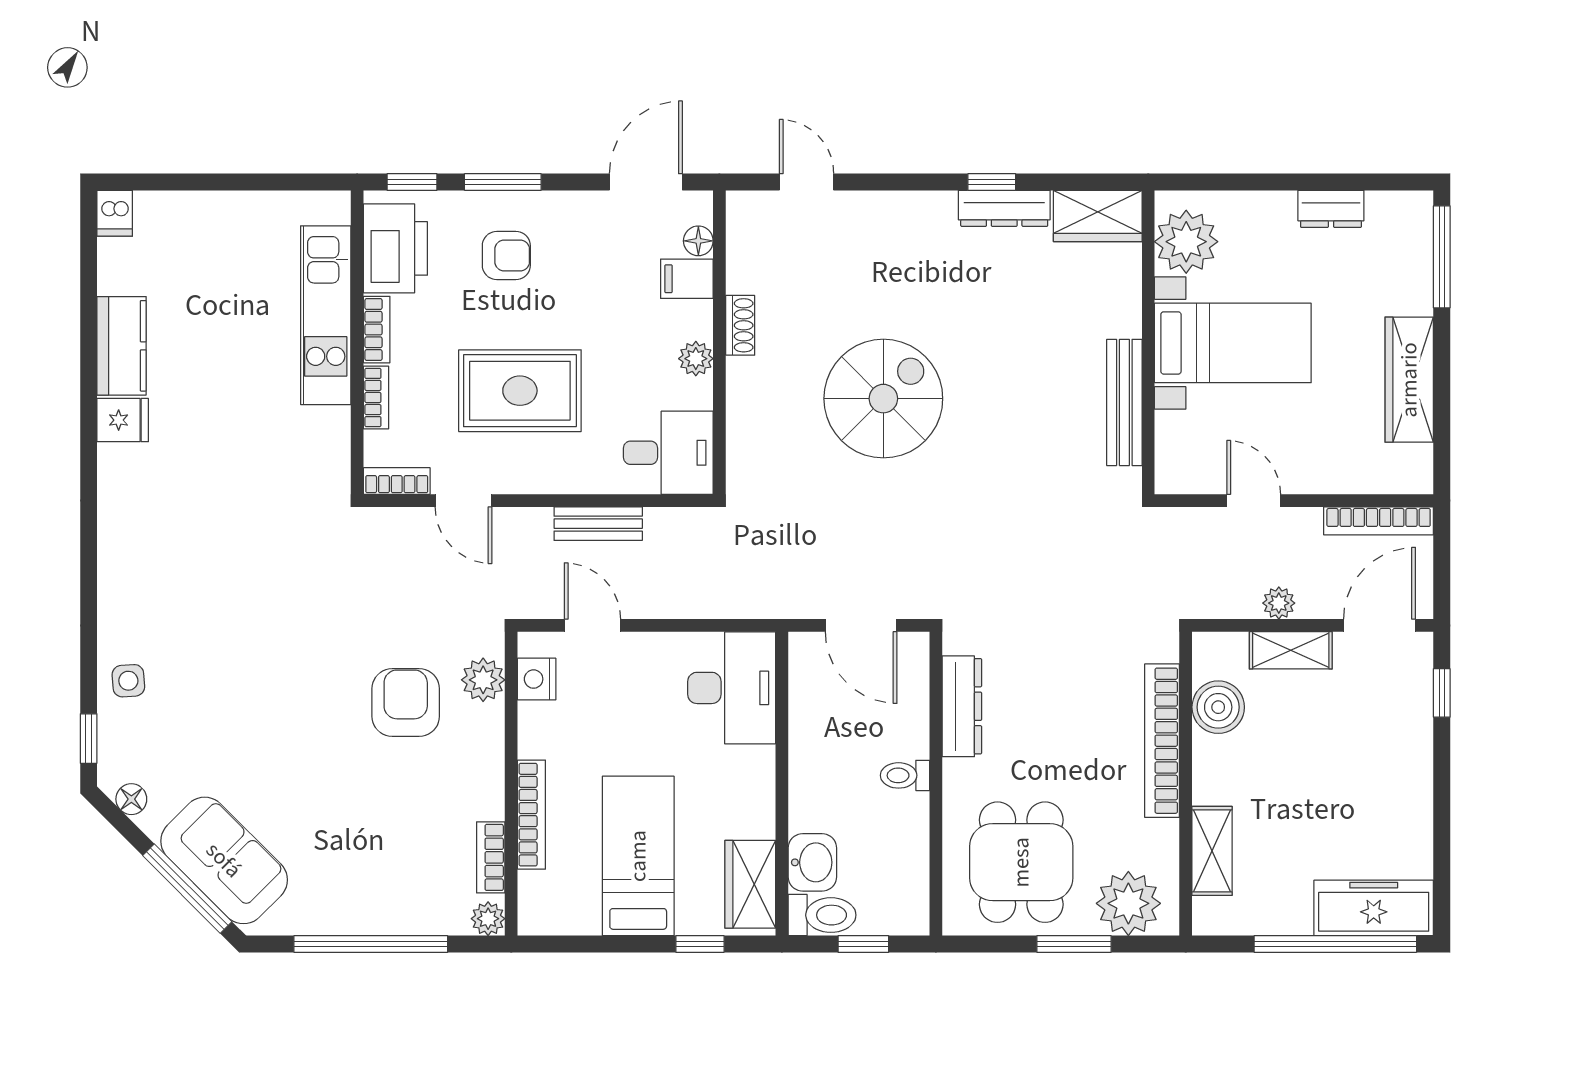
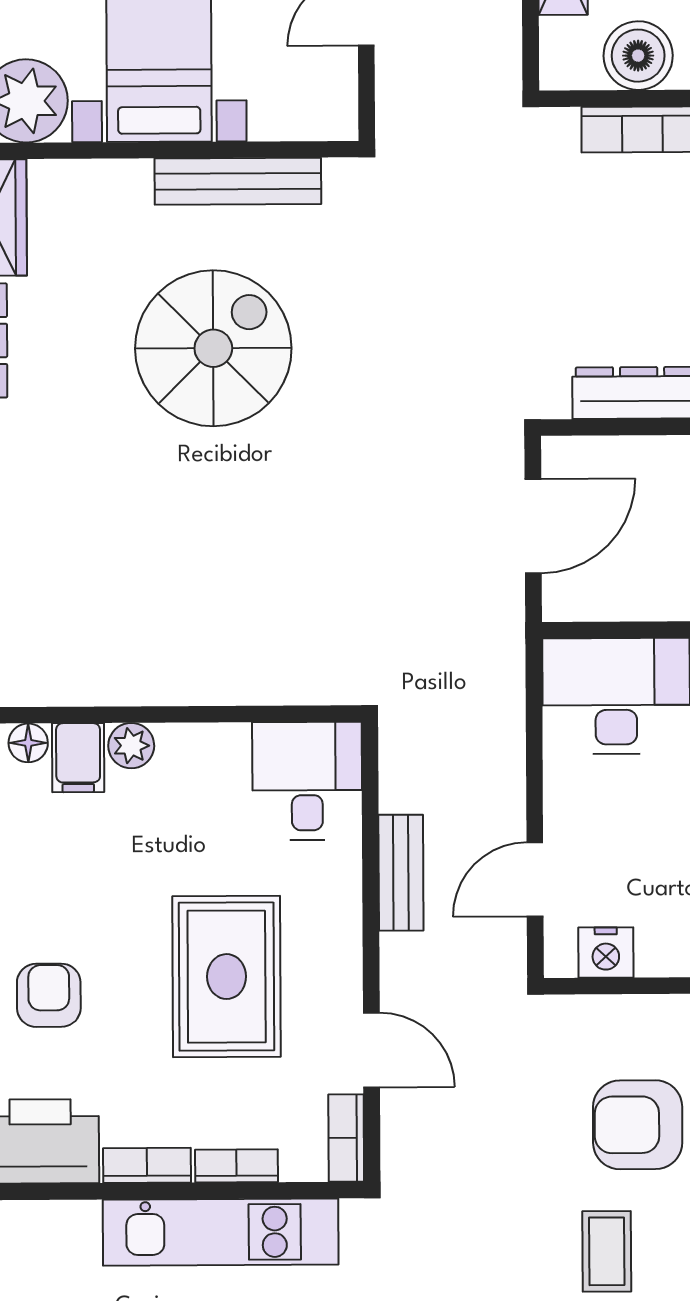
kitchen unit: (326, 315) -> (221, 1232), moved
shoe rack: (740, 325) -> (139, 687), removed
plant: (696, 359) -> (131, 746), moved
spiral stairs: (883, 399) -> (213, 348), moved, turned 90
door: (464, 501) -> (371, 1050), hinge flipped
coffee table: (310, 679) -> (607, 1251), added
plant: (483, 680) -> (607, 1023), removed

